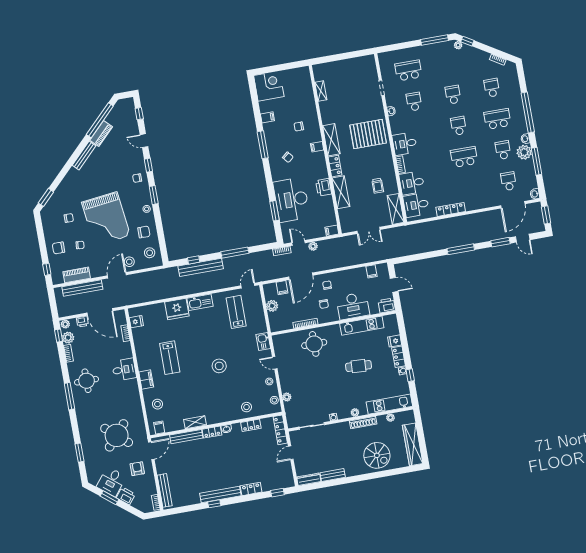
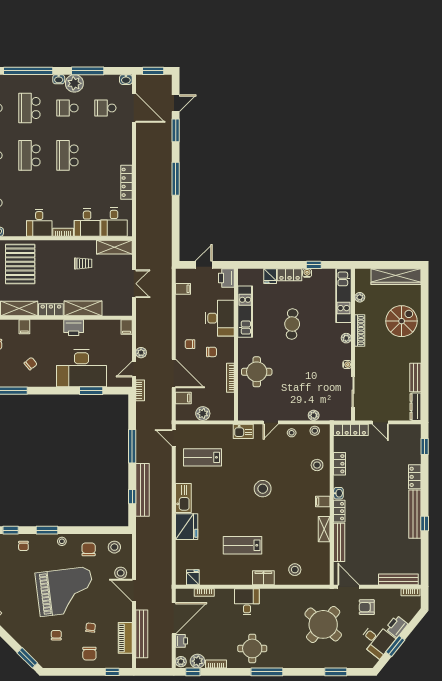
school desk: (458, 126) -> (29, 155), width x1.85
lab bench: (170, 358) -> (243, 545), turned 180
filing cabinet: (159, 427) -> (323, 502), moved

